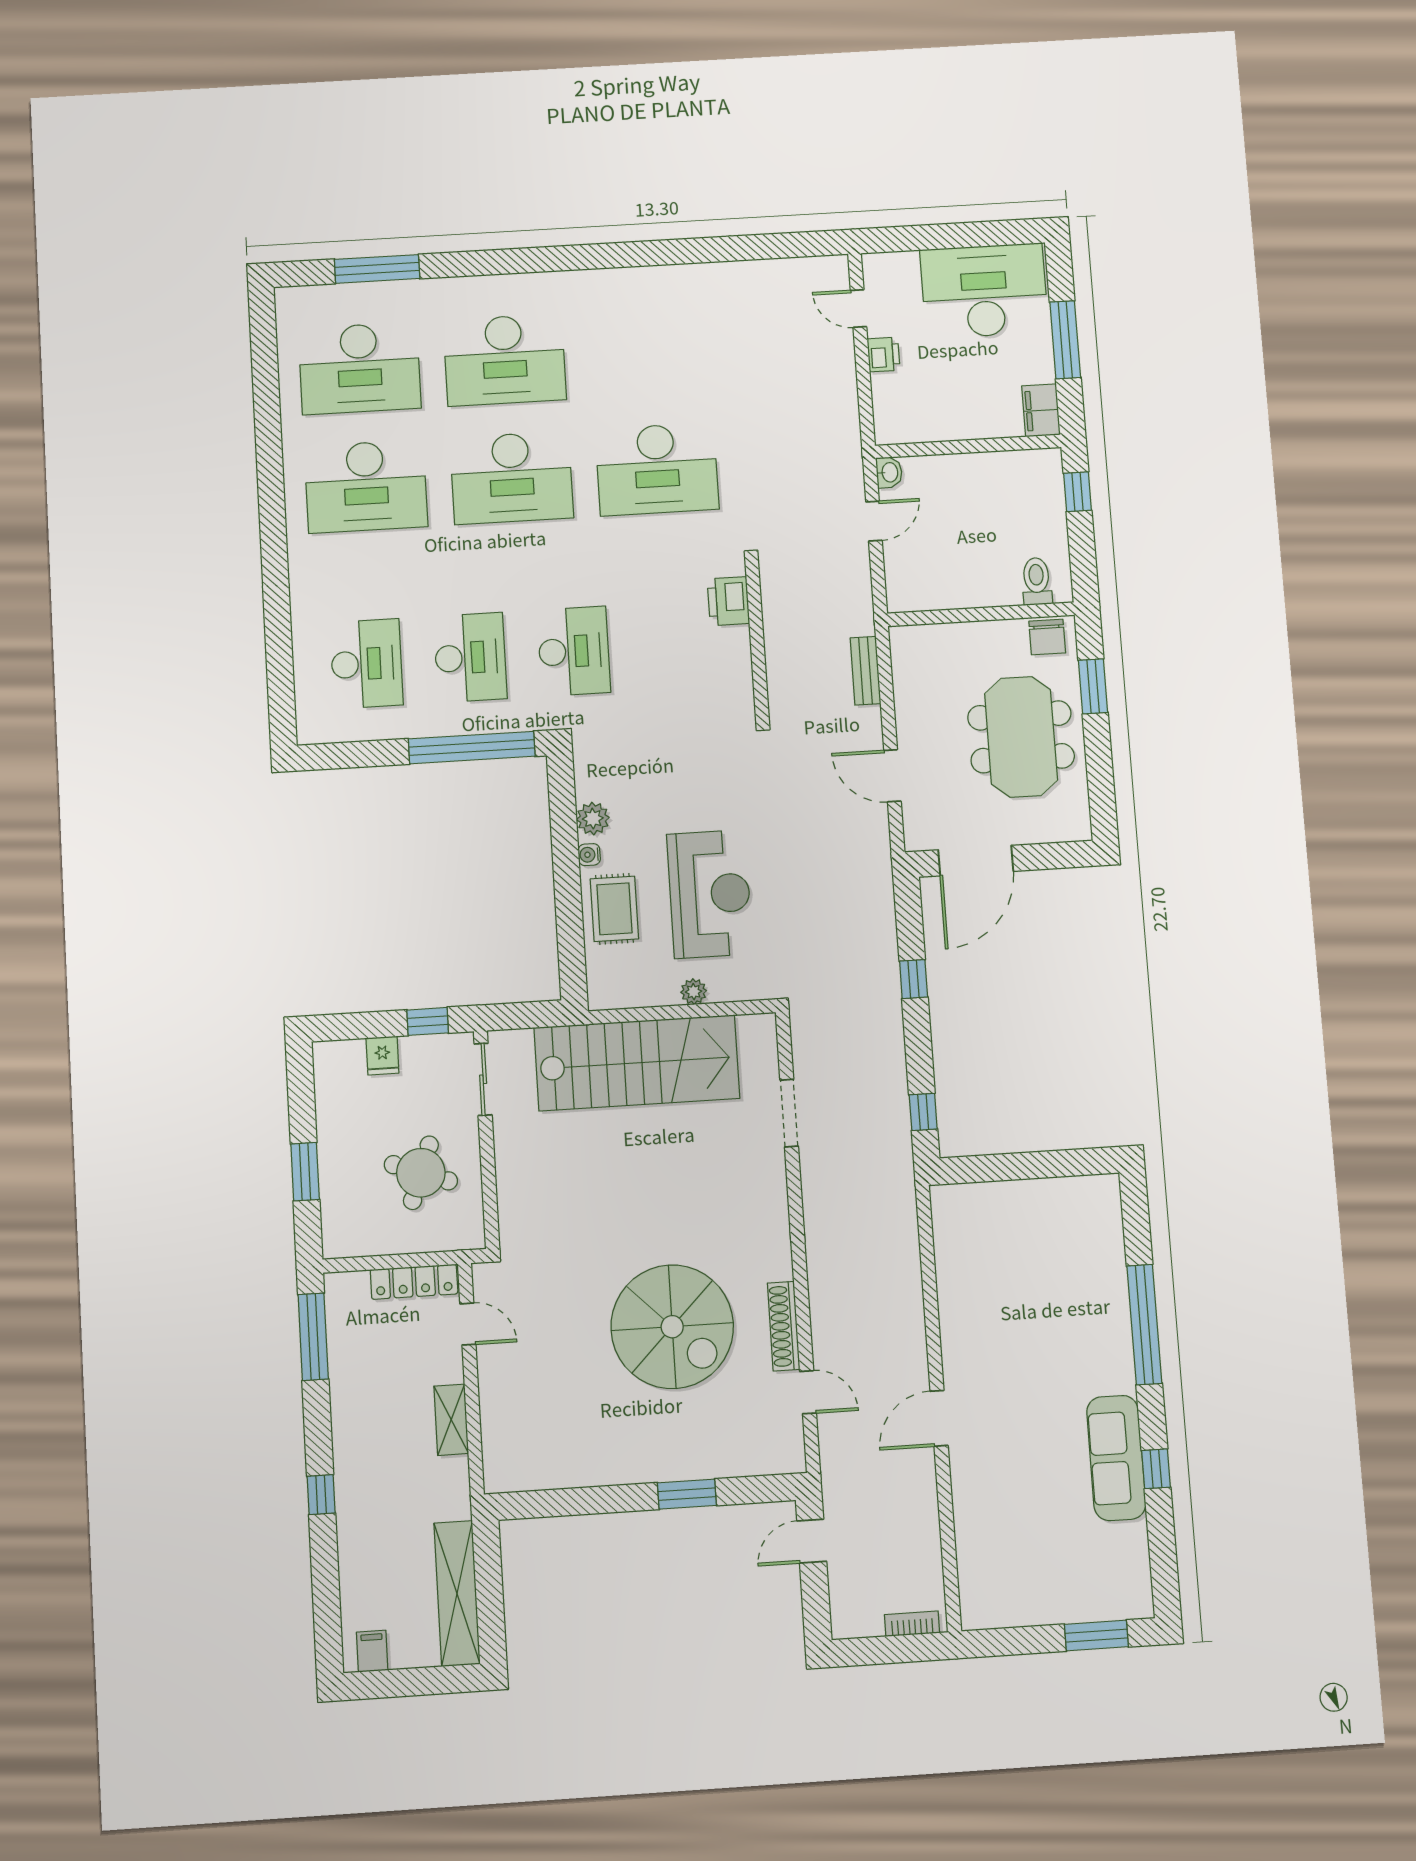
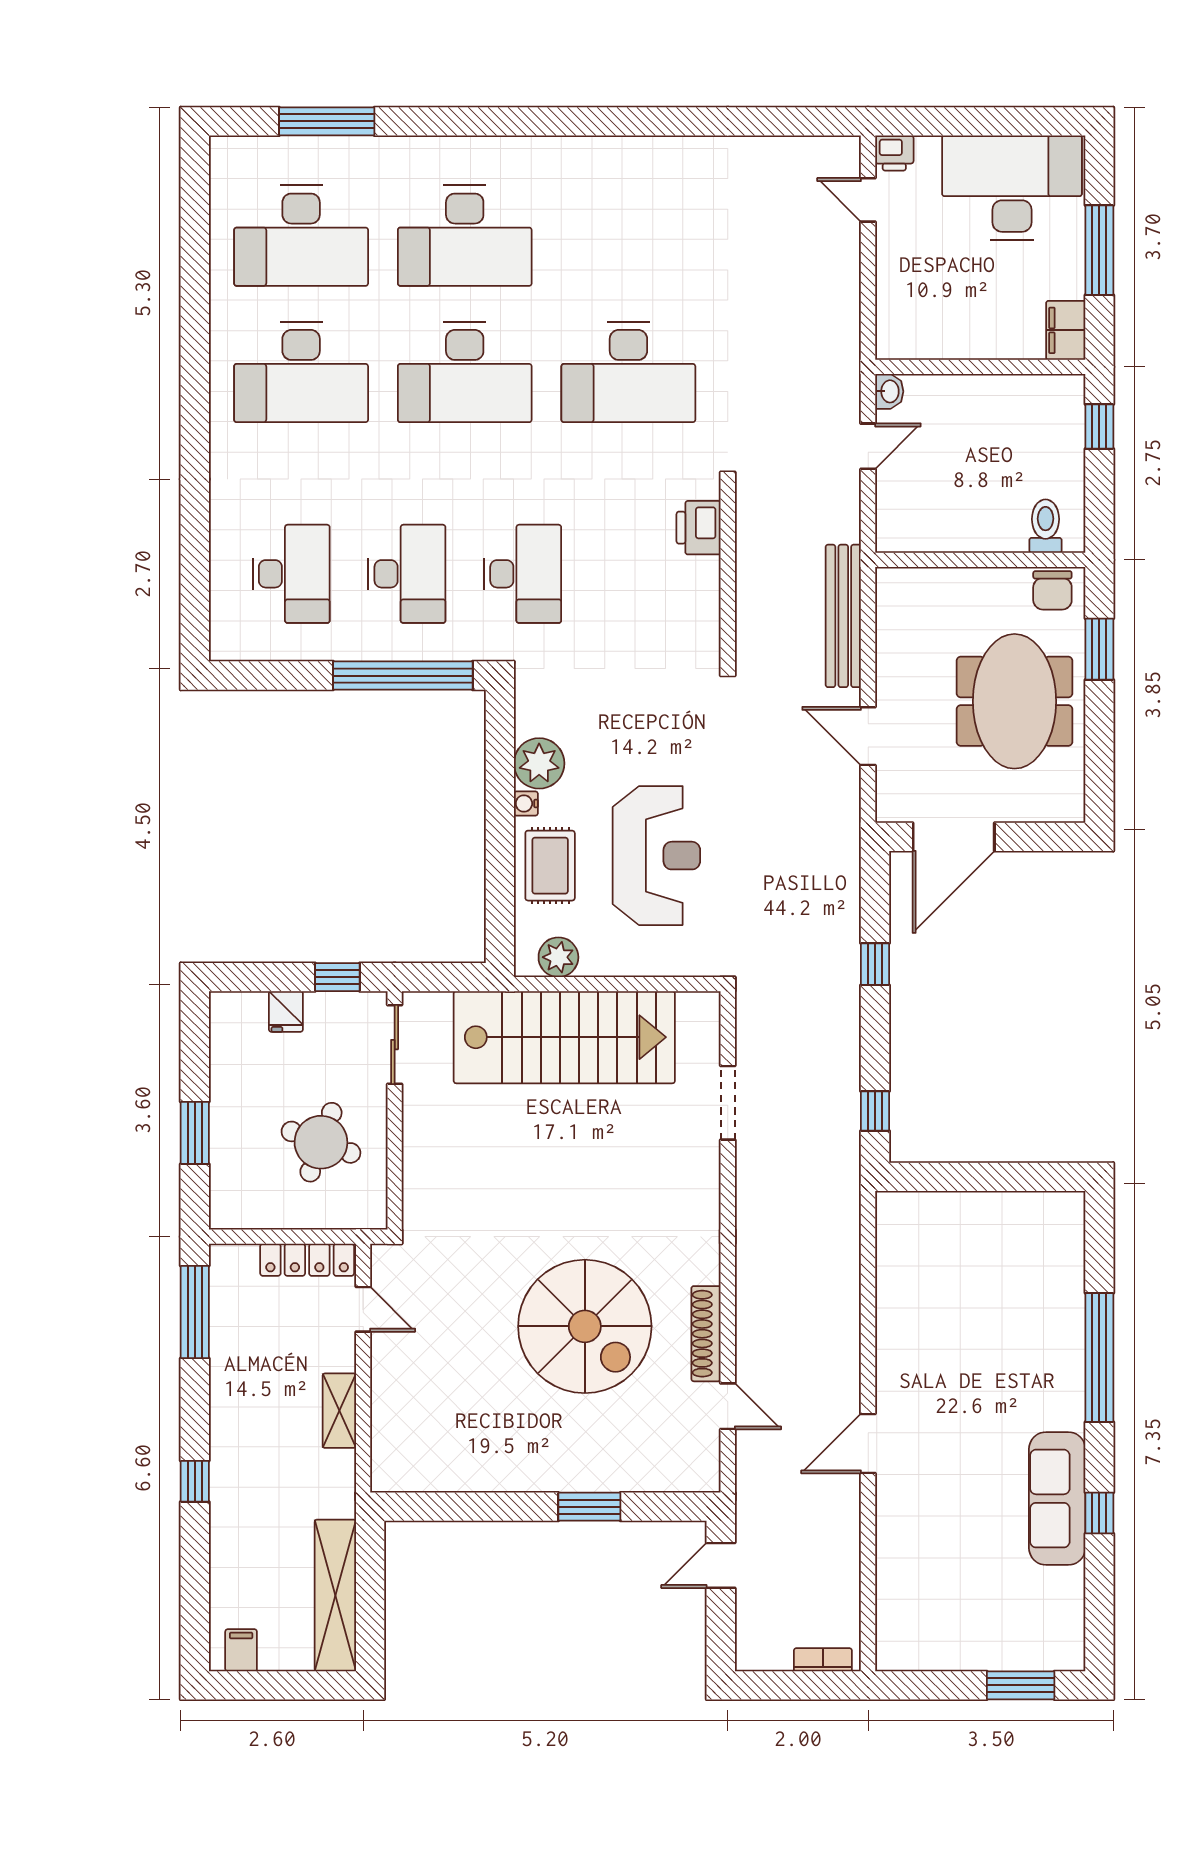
printer: (884, 355) -> (894, 153), moved, turned 90
bench: (865, 671) -> (843, 616), width x1.86, depth x1.21
plant: (593, 819) -> (539, 763), width x1.36, depth x1.36
plant: (694, 992) -> (558, 957), moved, width x1.38, depth x1.38

